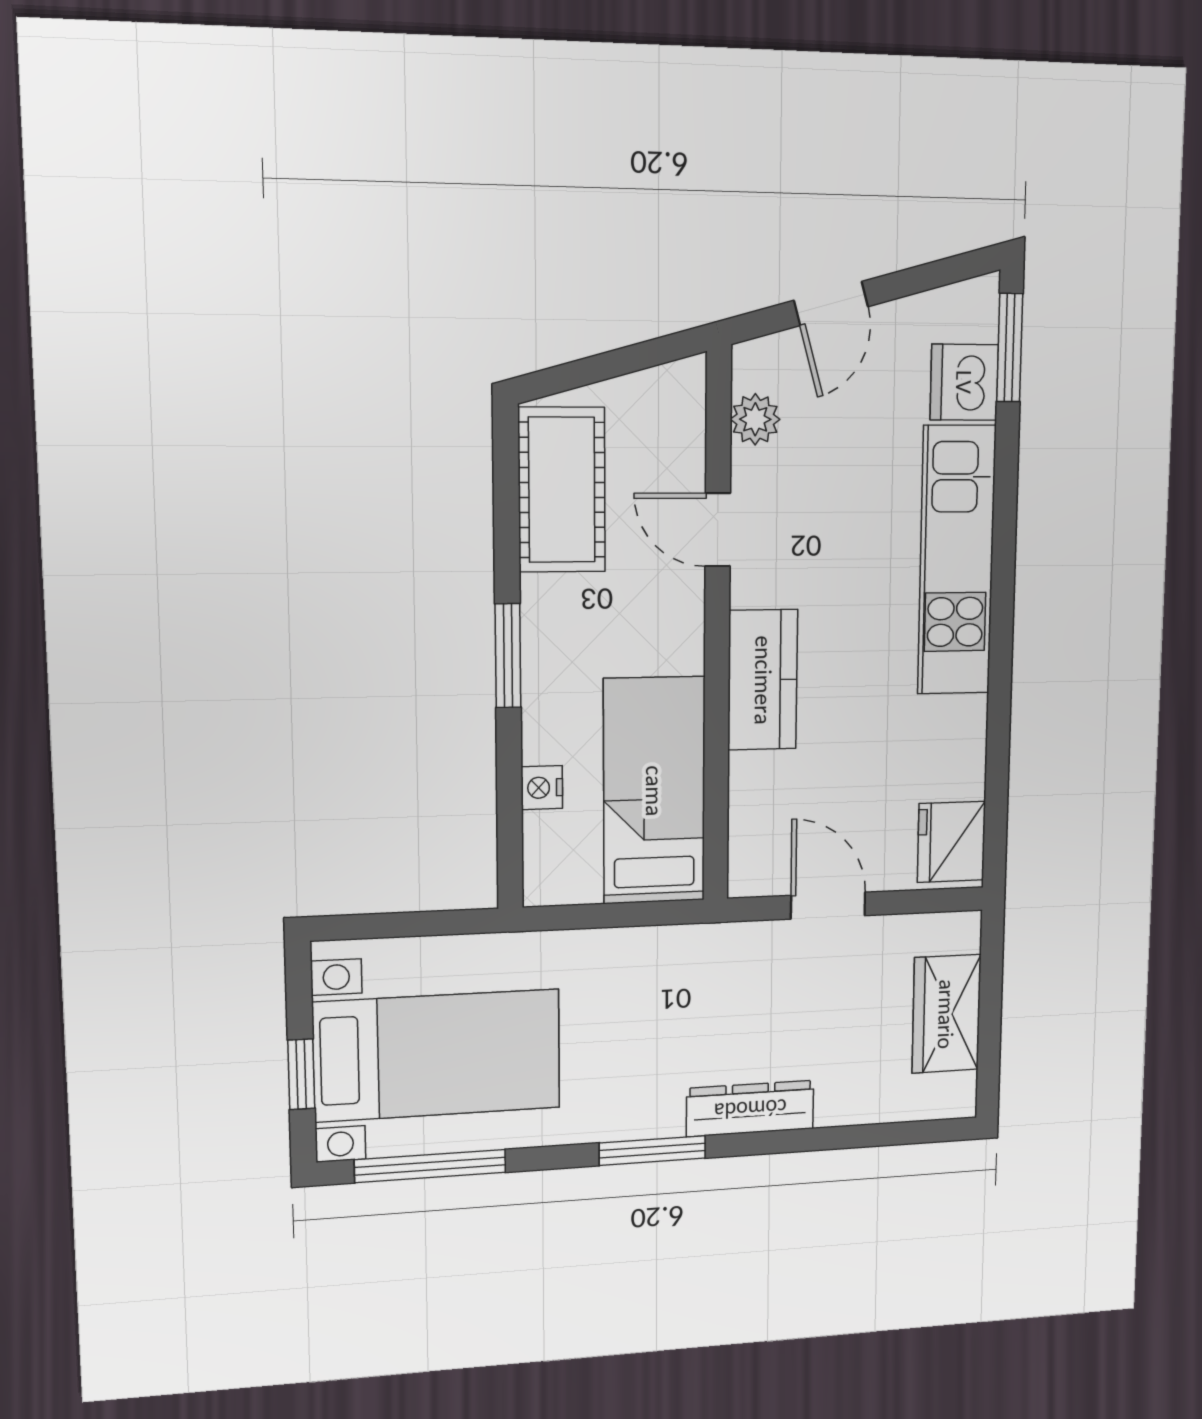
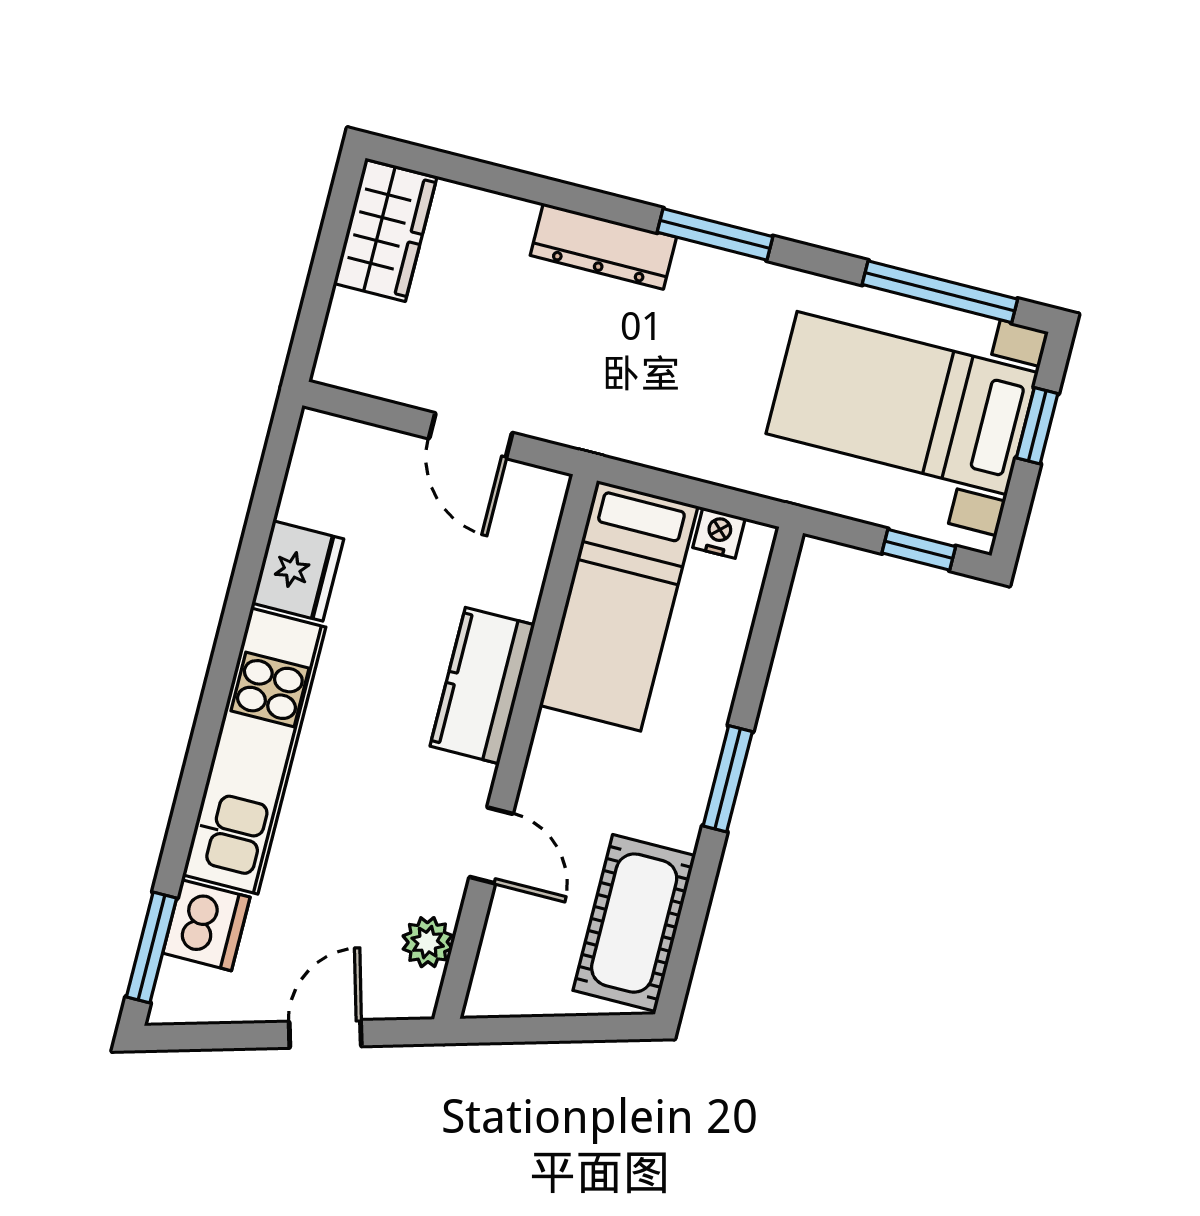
nightstand: (542, 788) -> (719, 533), moved, turned -90
fridge: (951, 842) -> (298, 571), moved
window: (383, 926) -> (919, 550), added
wardrobe: (946, 1014) -> (385, 230), moved

